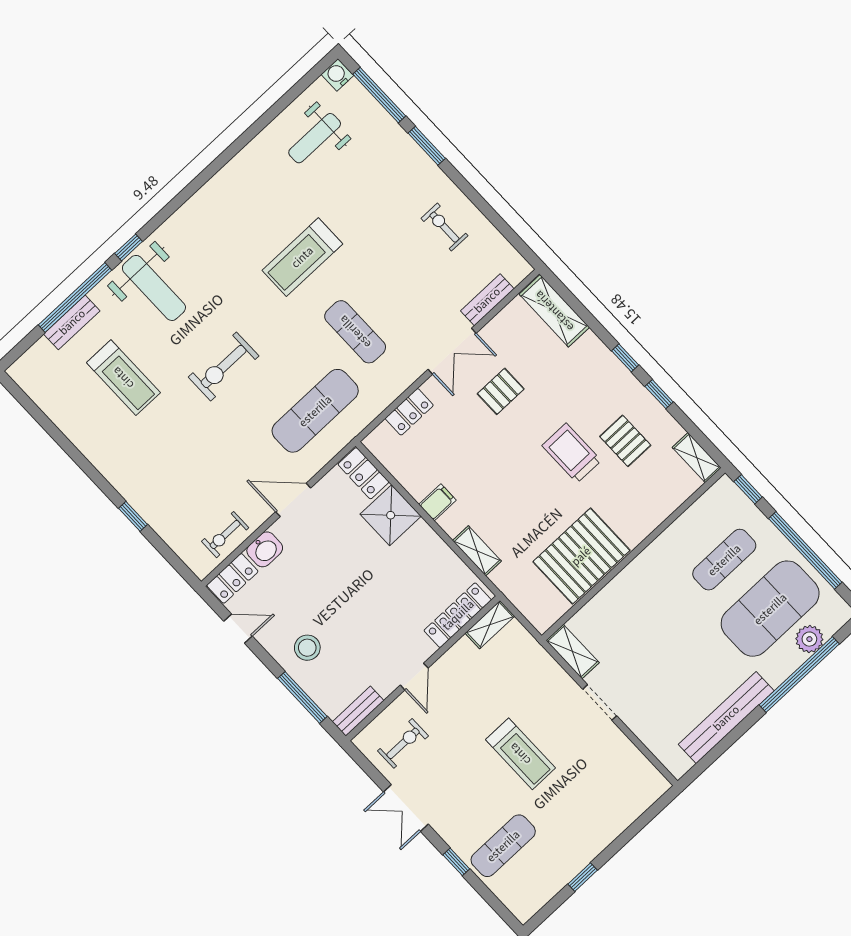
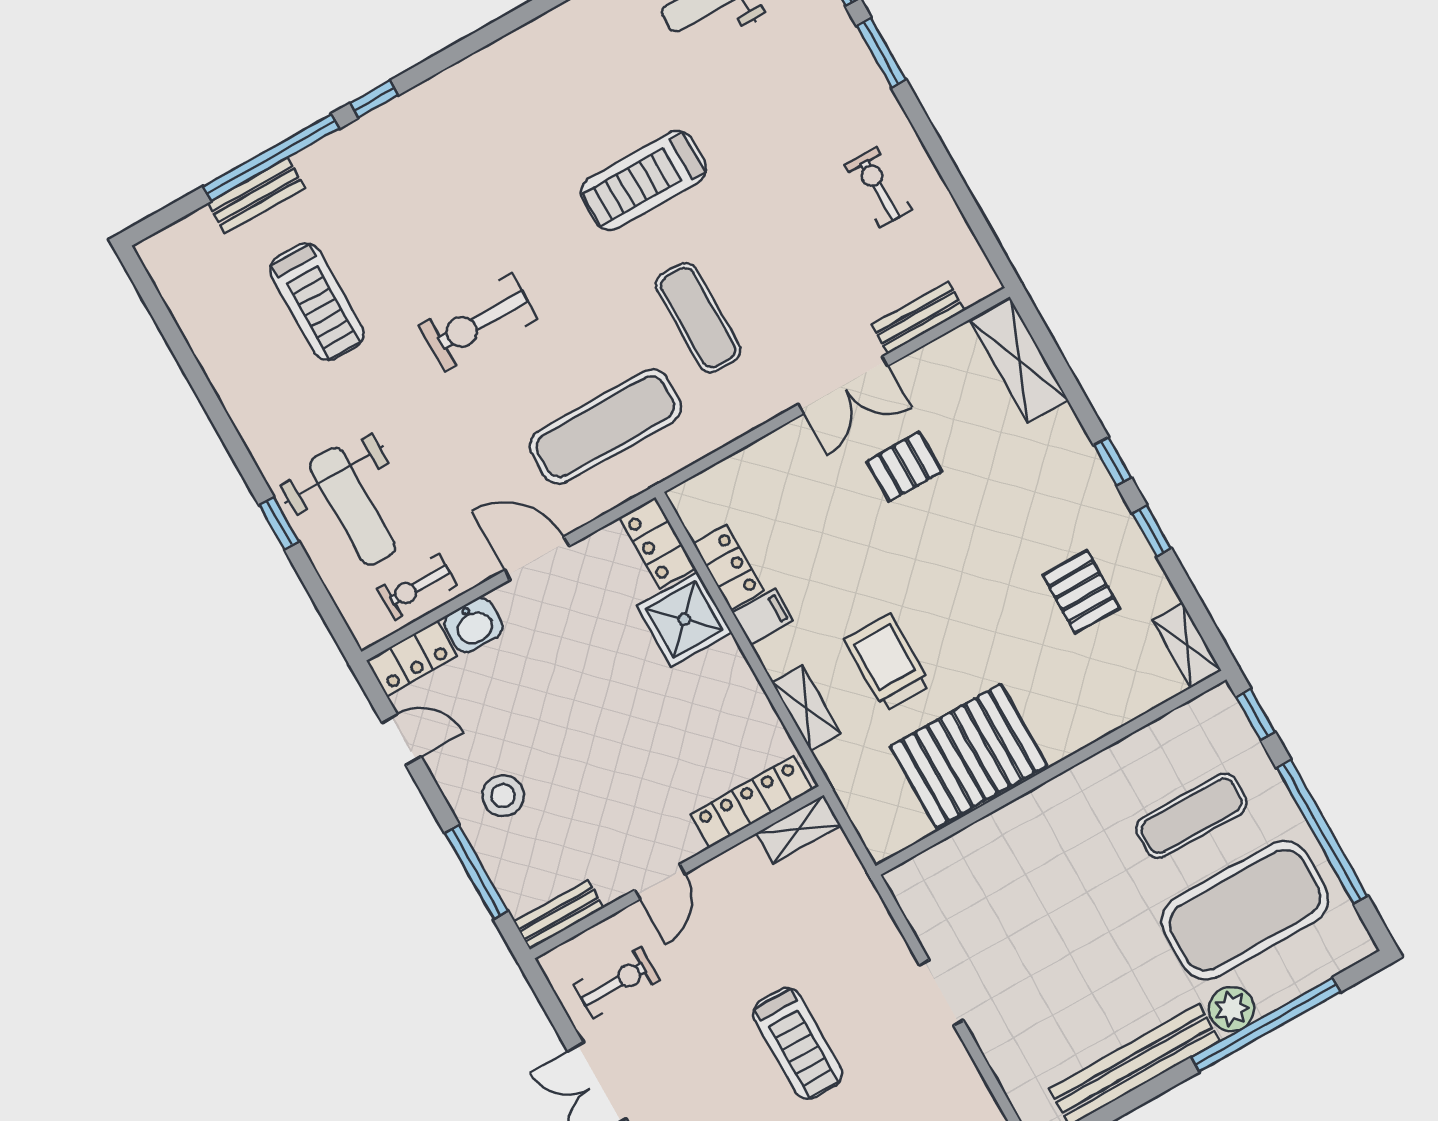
weight bench: (154, 288) -> (353, 506), moved
locker: (409, 412) -> (729, 567), moved, turned -90
trolley: (572, 453) -> (888, 662), moved
plant: (809, 639) -> (1232, 1009), moved
shelving: (573, 652) -> (918, 903), removed

